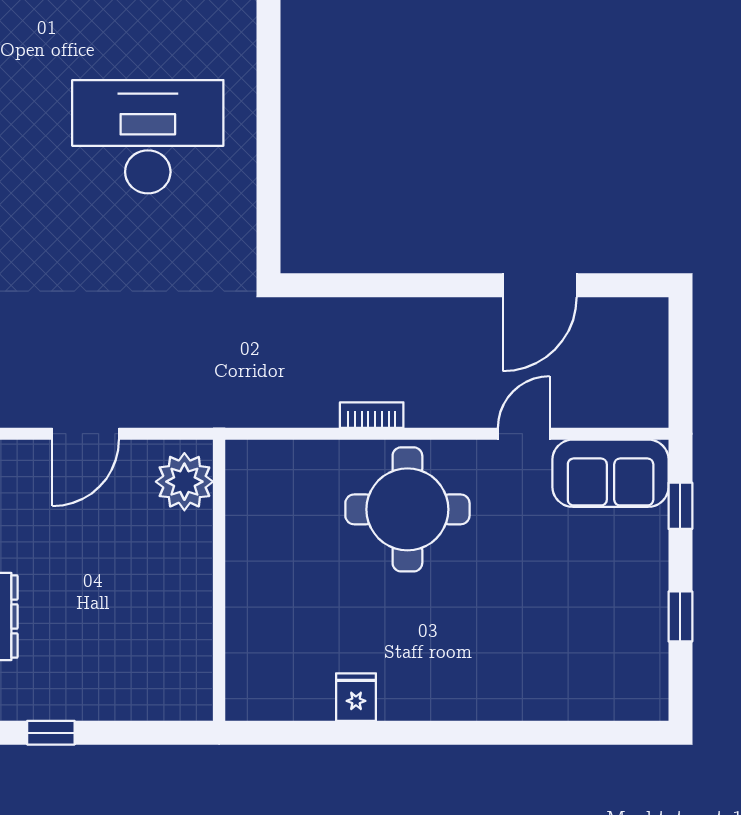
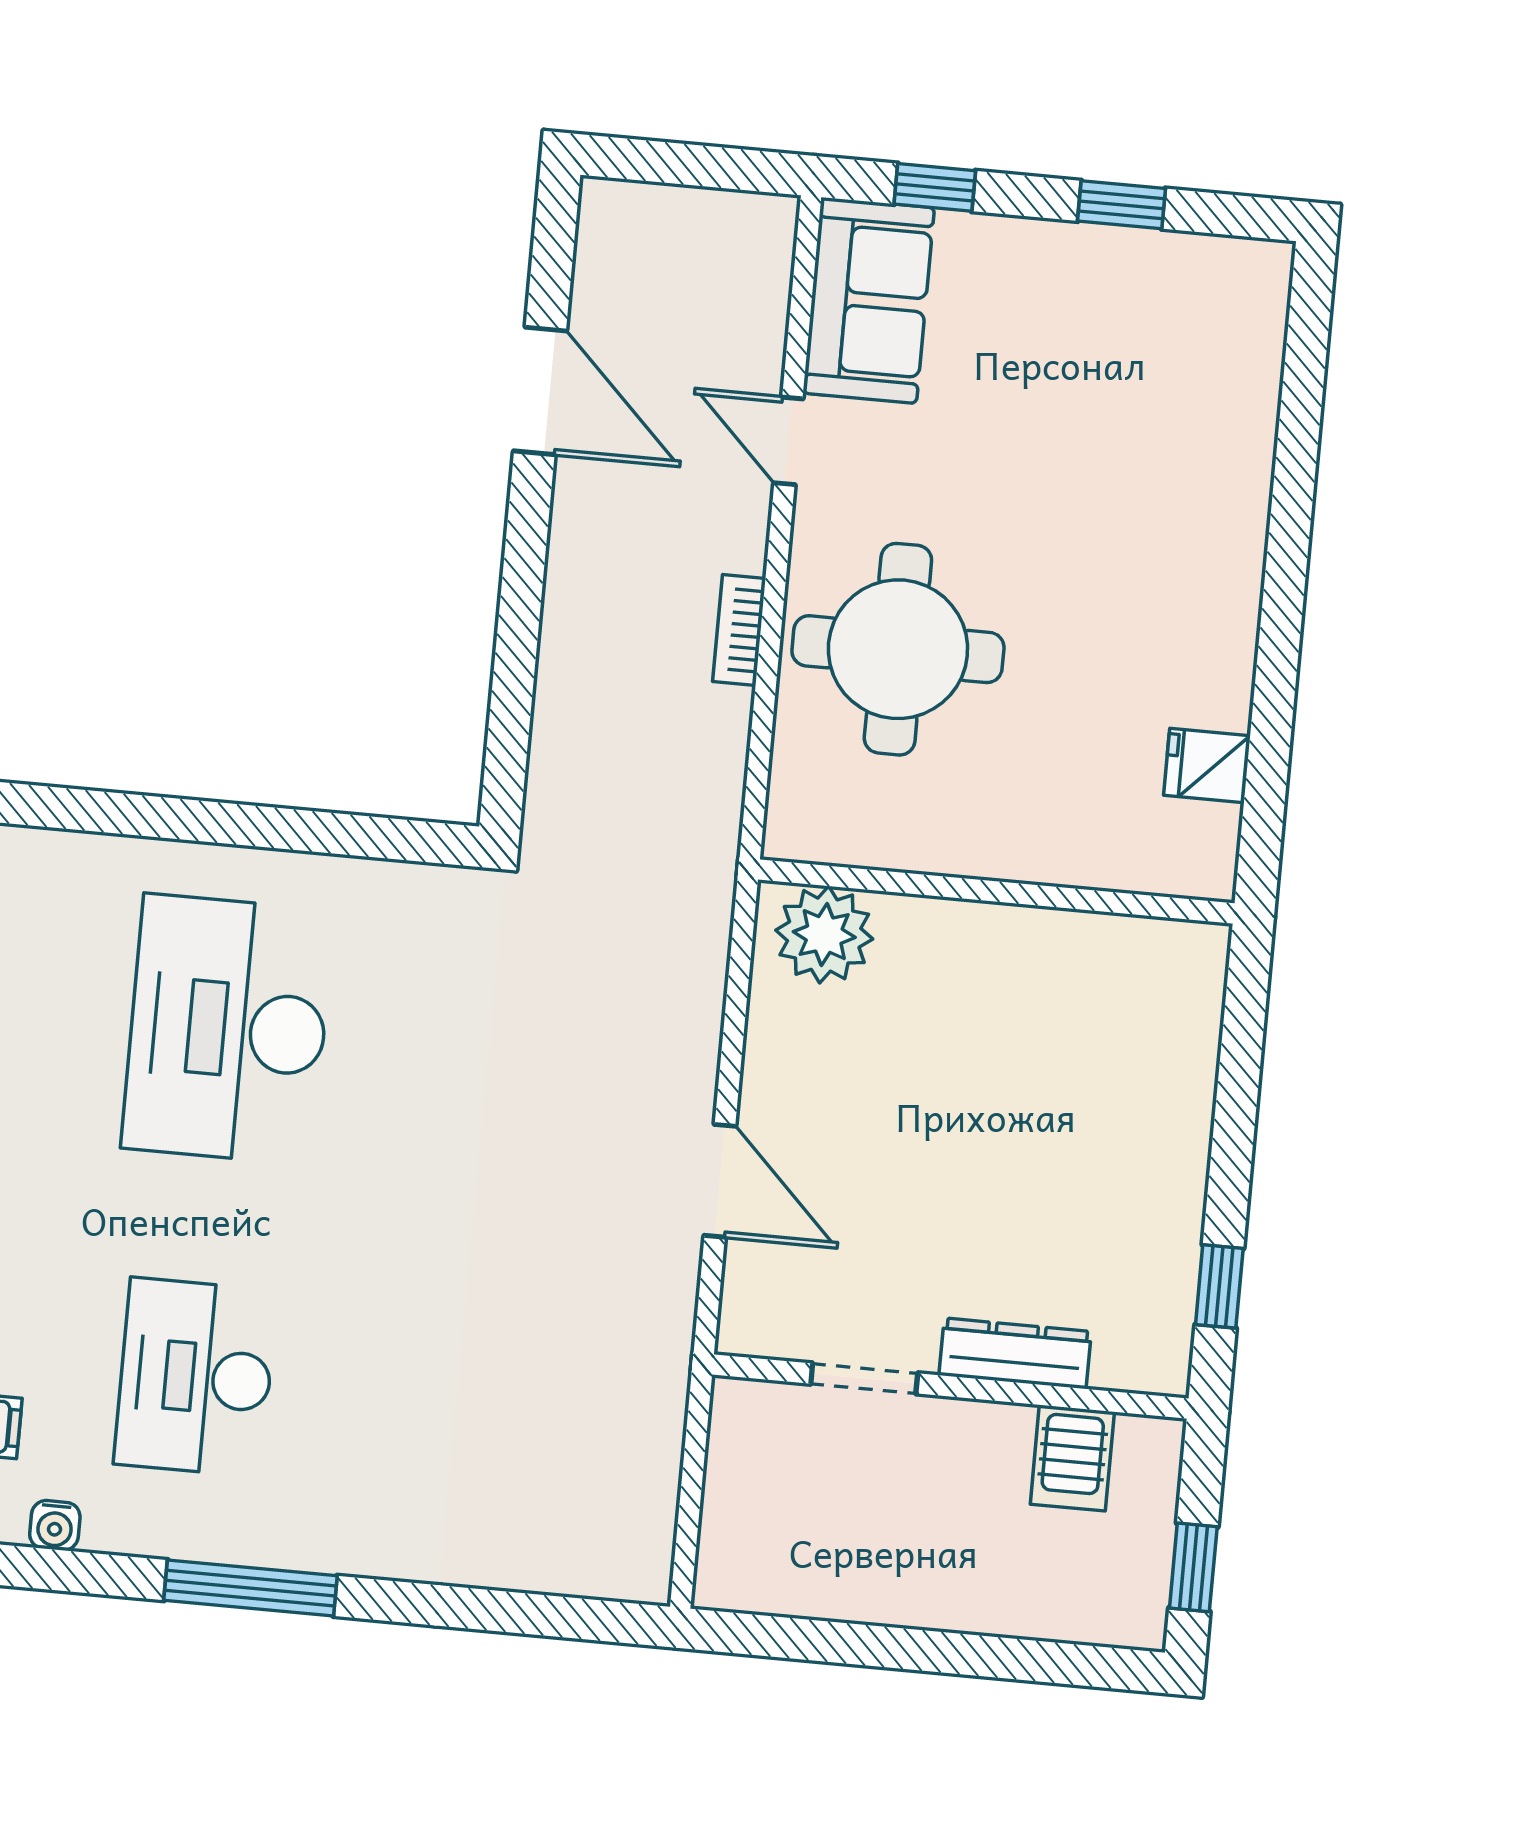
bookcase: (372, 415) -> (739, 630), moved
plant: (184, 482) -> (824, 935), moved
wall: (219, 580) -> (996, 891), moved

